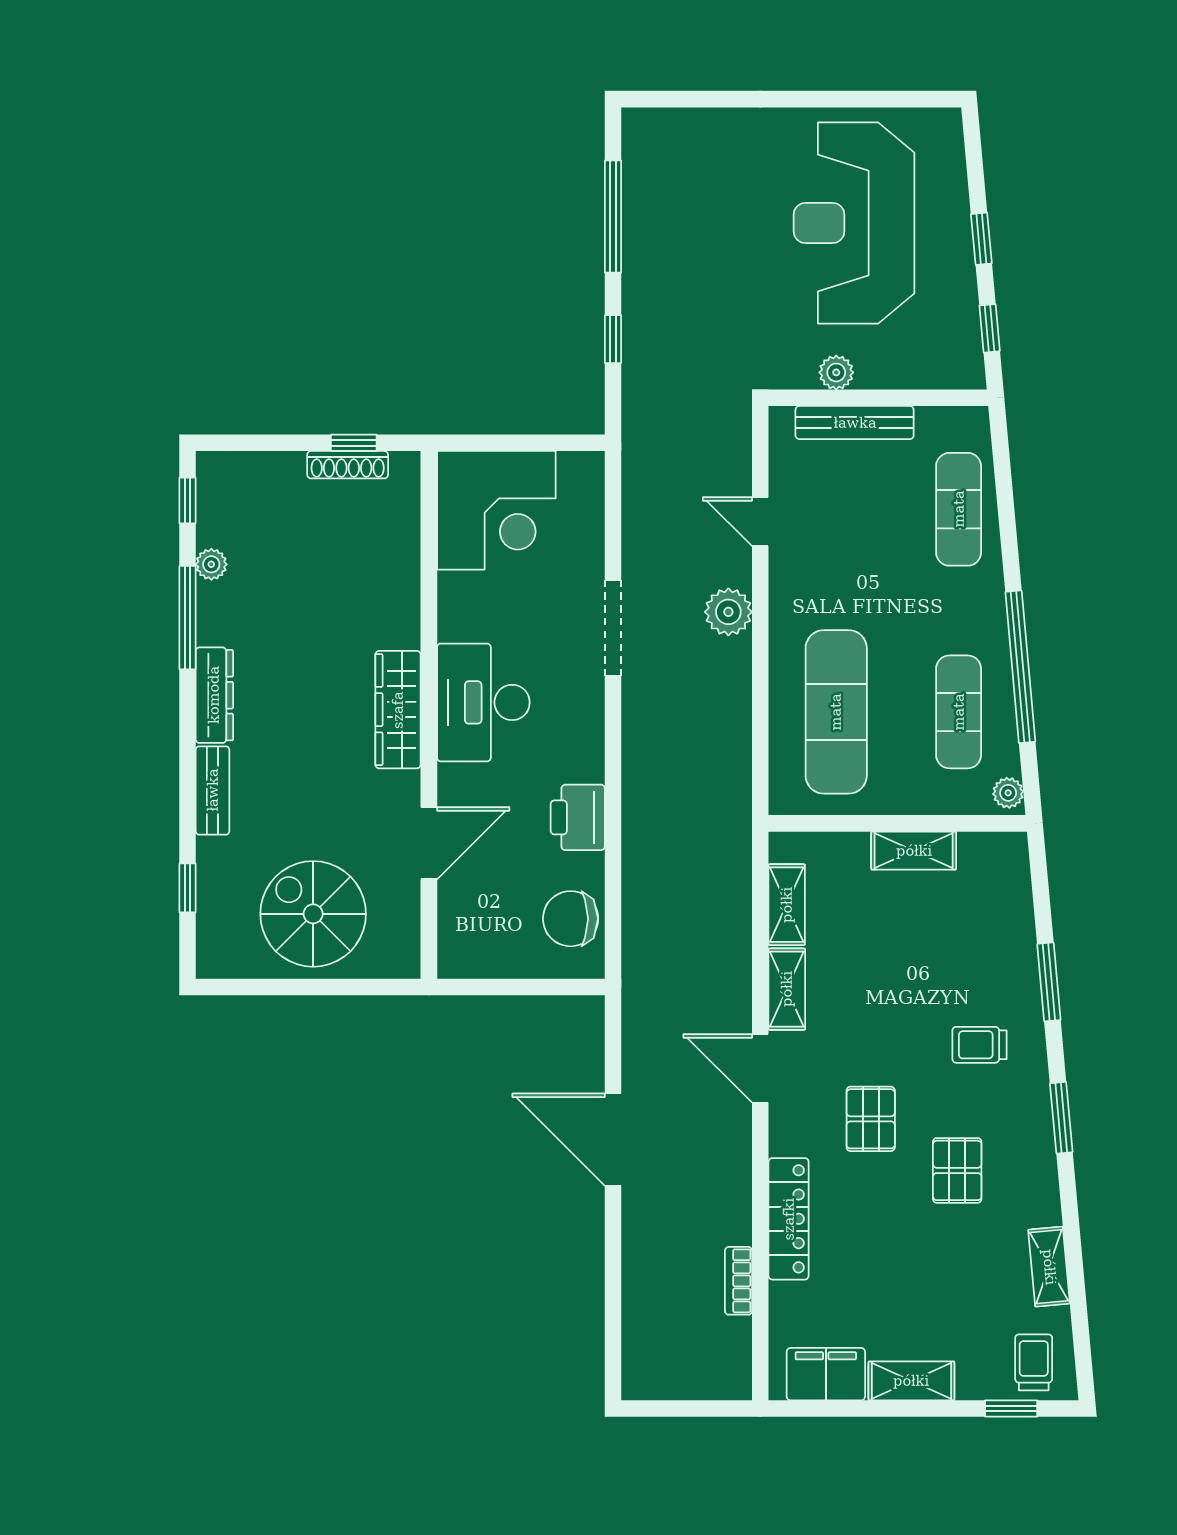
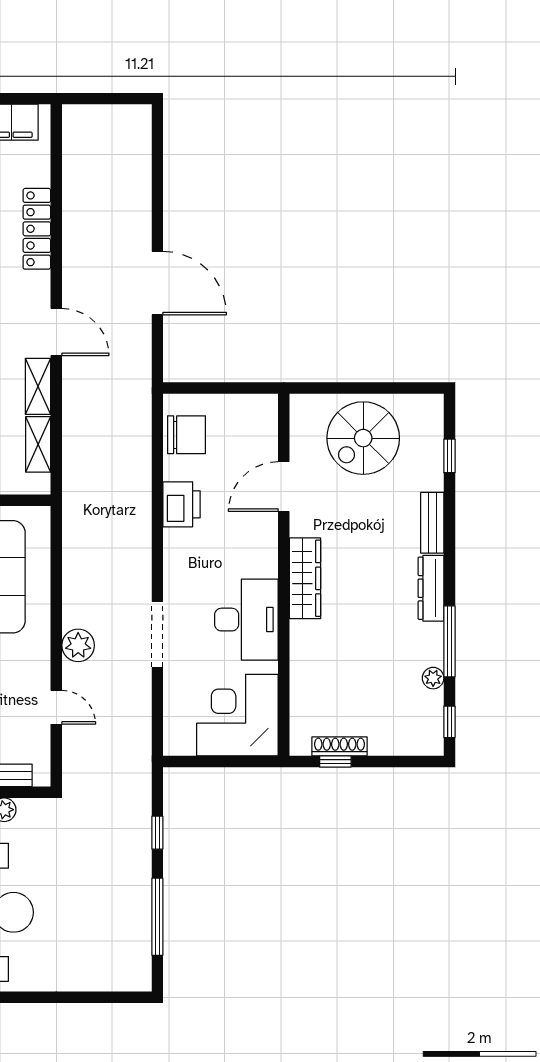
desk: (483, 702) -> (246, 620), moved
spiral stairs: (313, 914) -> (363, 438), turned 90
bookcase: (739, 1281) -> (71, 186), removed

